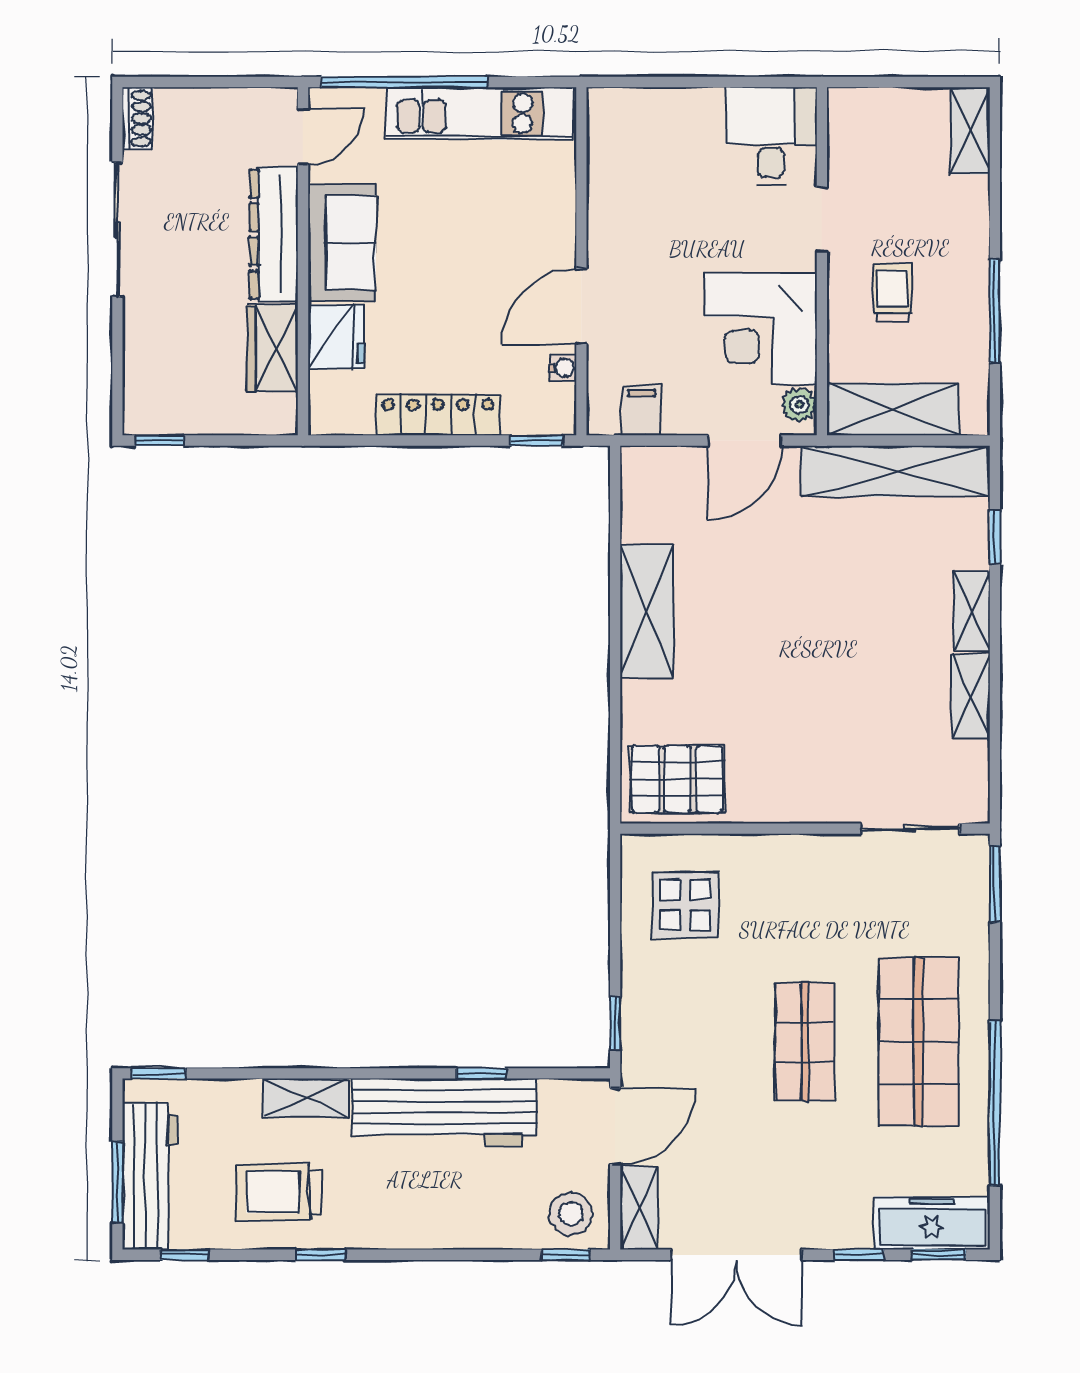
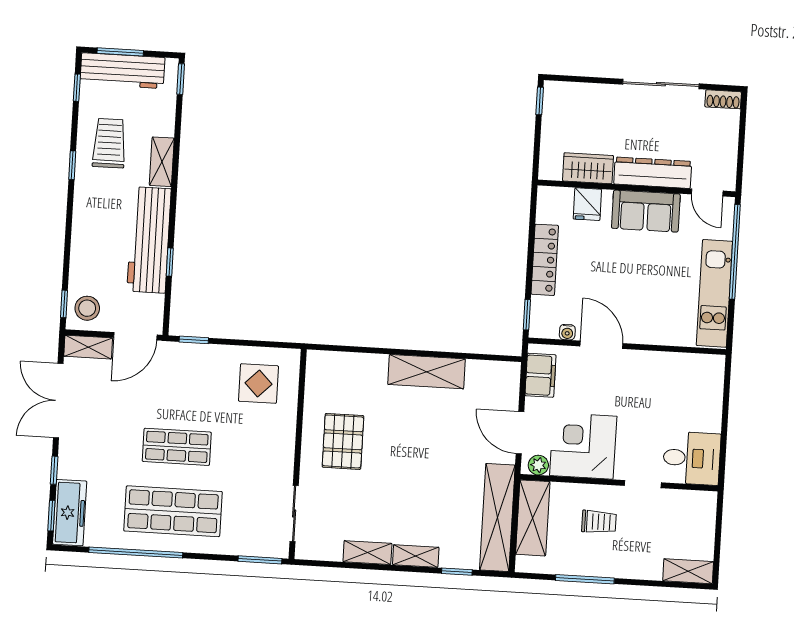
fridge: (336, 337) -> (587, 204), width x0.72
filing cabinet: (641, 410) -> (540, 375), width x2.00
pallet: (677, 779) -> (343, 441), moved
door: (615, 1126) -> (135, 336), hinge flipped

